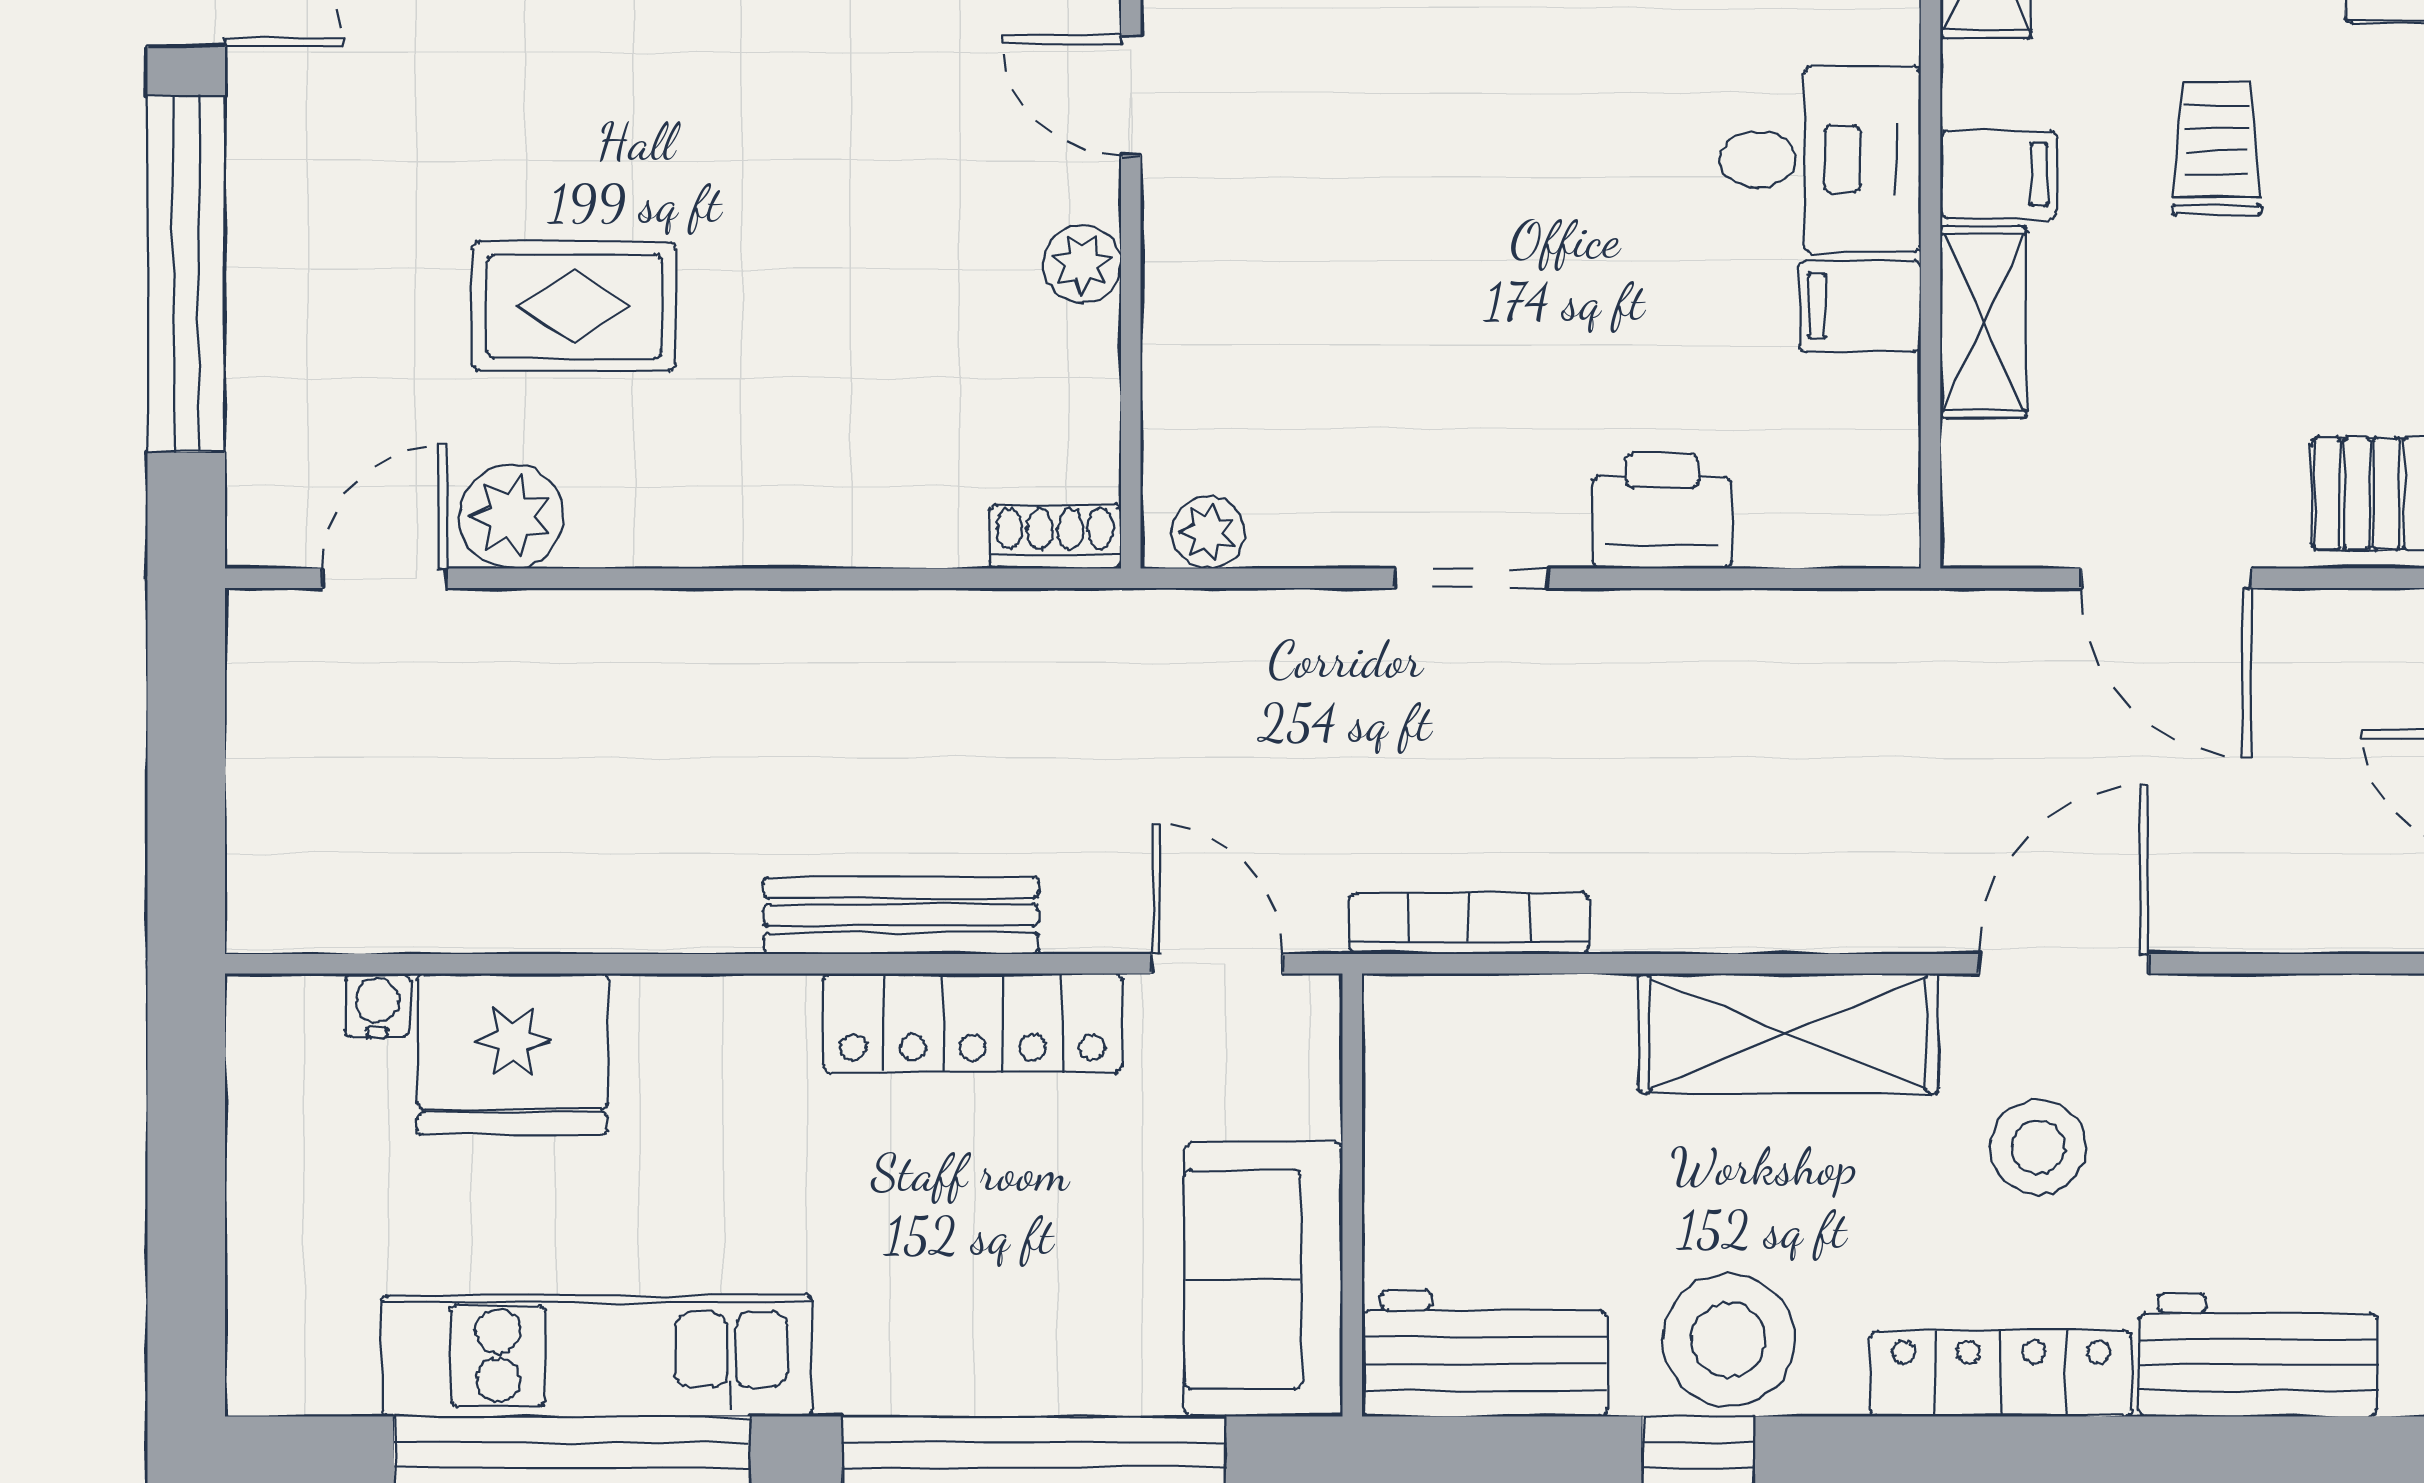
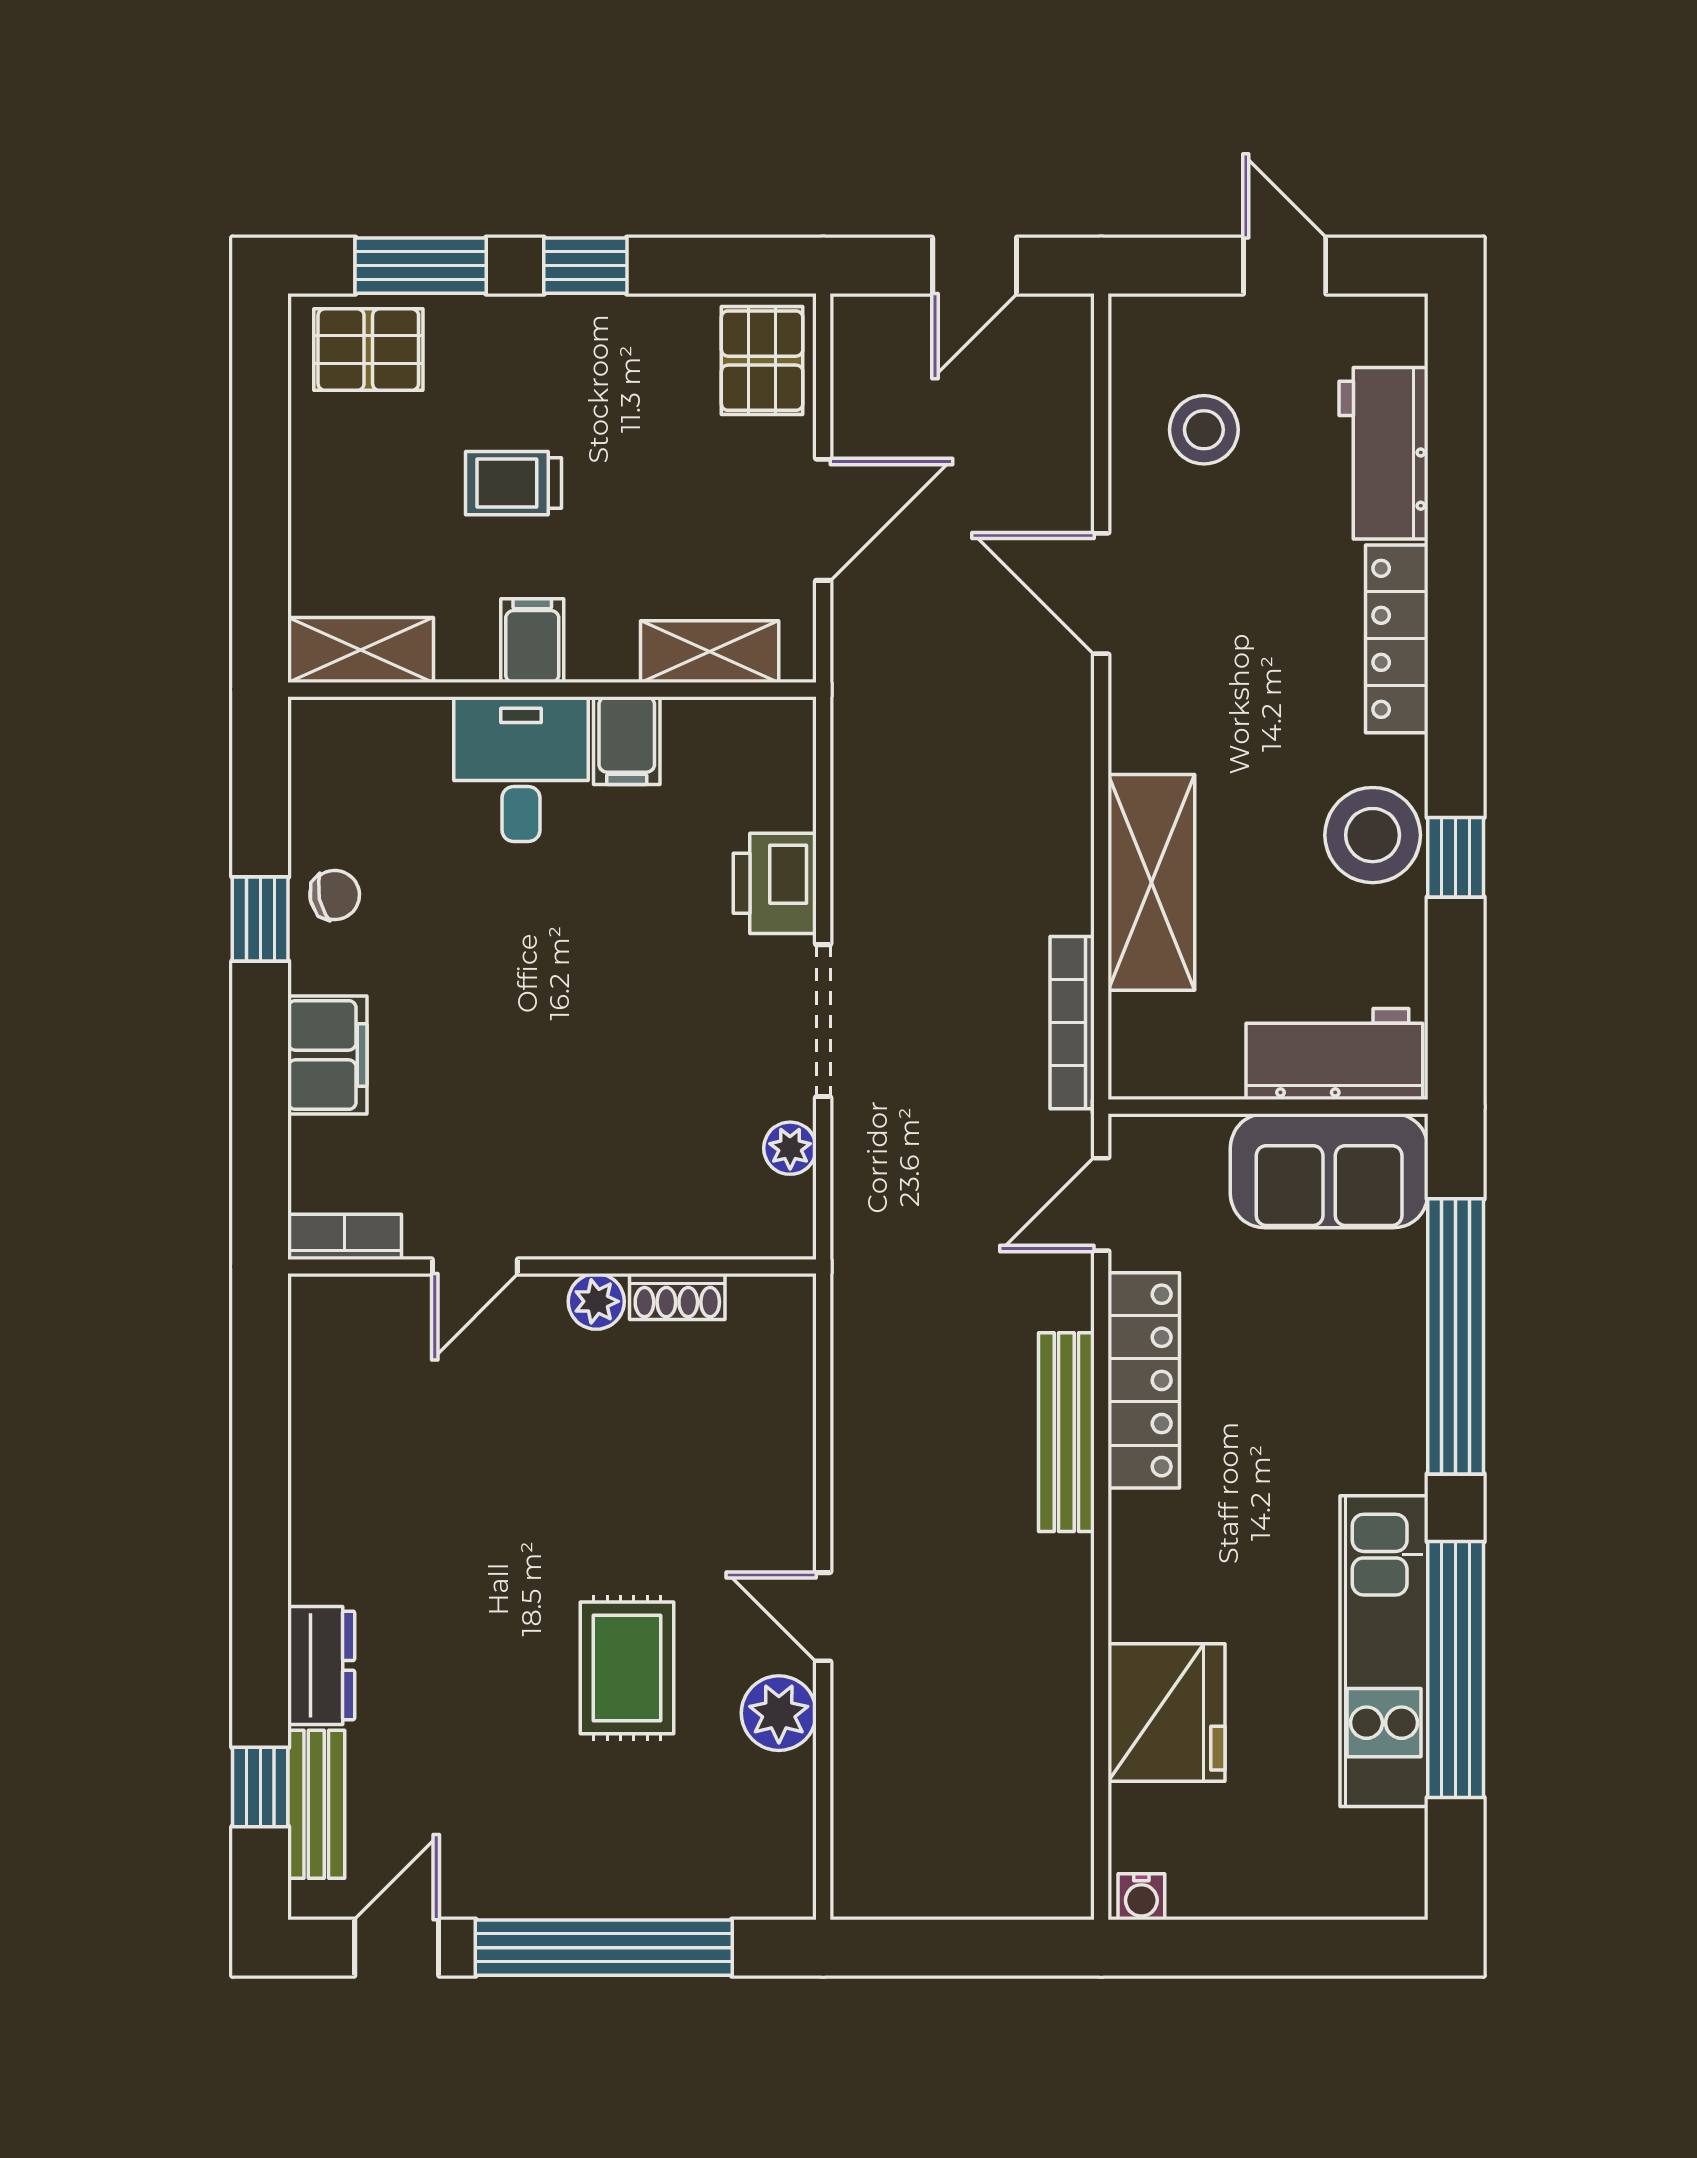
shelving: (1983, 322) -> (710, 652), moved
plant: (1208, 532) -> (790, 1148), moved
shoe rack: (1055, 537) -> (677, 1297), moved, turned -90
door: (384, 578) -> (823, 1617), moved
doorway: (1471, 578) -> (823, 1021), width x1.38
water cooler: (377, 1005) -> (1141, 1897), moved, turned -90
shelving: (1788, 1033) -> (1151, 882), moved
stool: (2038, 1147) -> (1204, 430), moved
workbench: (1484, 1353) -> (1334, 1054), moved, turned 90

